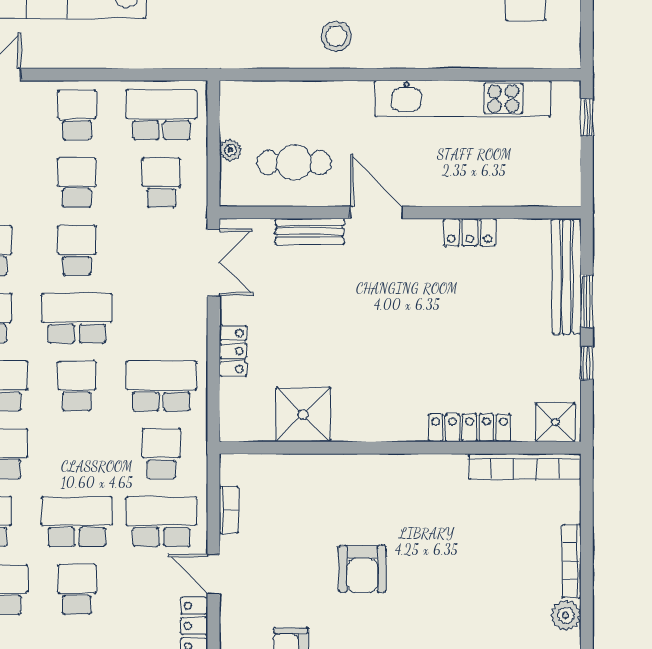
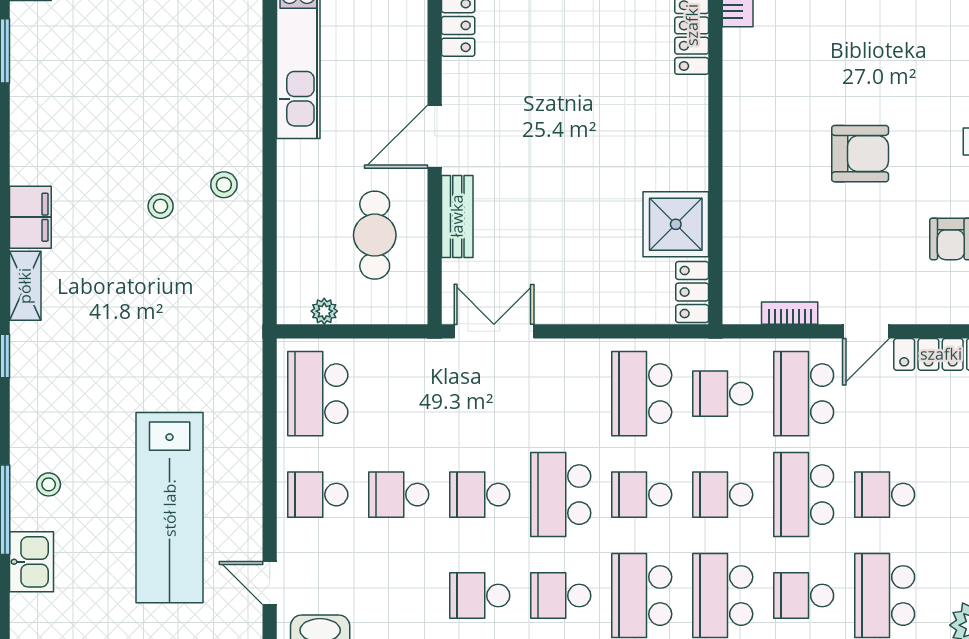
stool: (336, 36) -> (224, 185), width x0.73, depth x0.73
plant: (230, 150) -> (324, 311), moved
school desk: (161, 183) -> (723, 495), moved
locker: (233, 351) -> (692, 292), moved, turned -90

